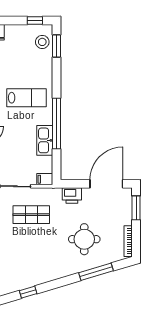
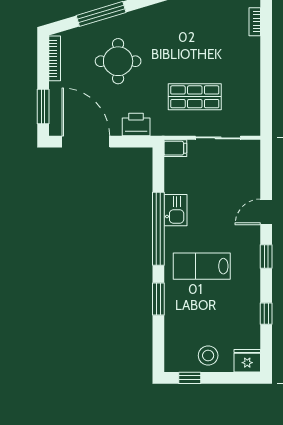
stool: (42, 42) -> (208, 355), moved
window: (56, 46) -> (158, 299), moved
kitchen sink: (45, 140) -> (175, 210), width x0.73
door: (106, 184) -> (86, 142), swing flipped

